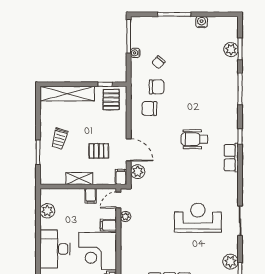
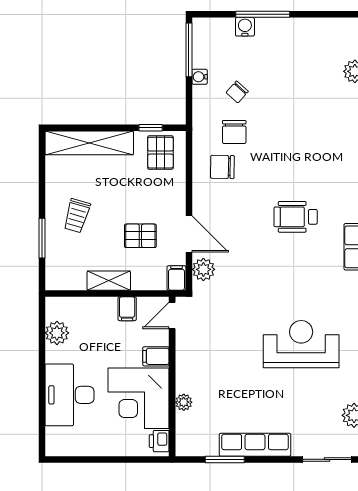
water cooler: (202, 22) -> (245, 27), moved
chair: (157, 87) -> (234, 132), turned 90
plant: (125, 217) -> (184, 402), moved

